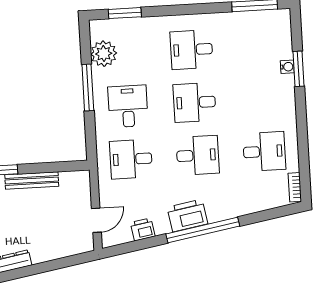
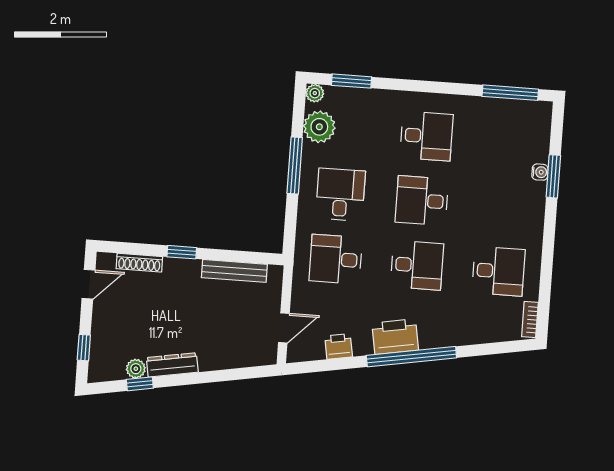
plant: (96, 27) -> (315, 93), added
desk: (192, 50) -> (427, 136), turned 180
bench: (32, 180) -> (234, 271), moved

